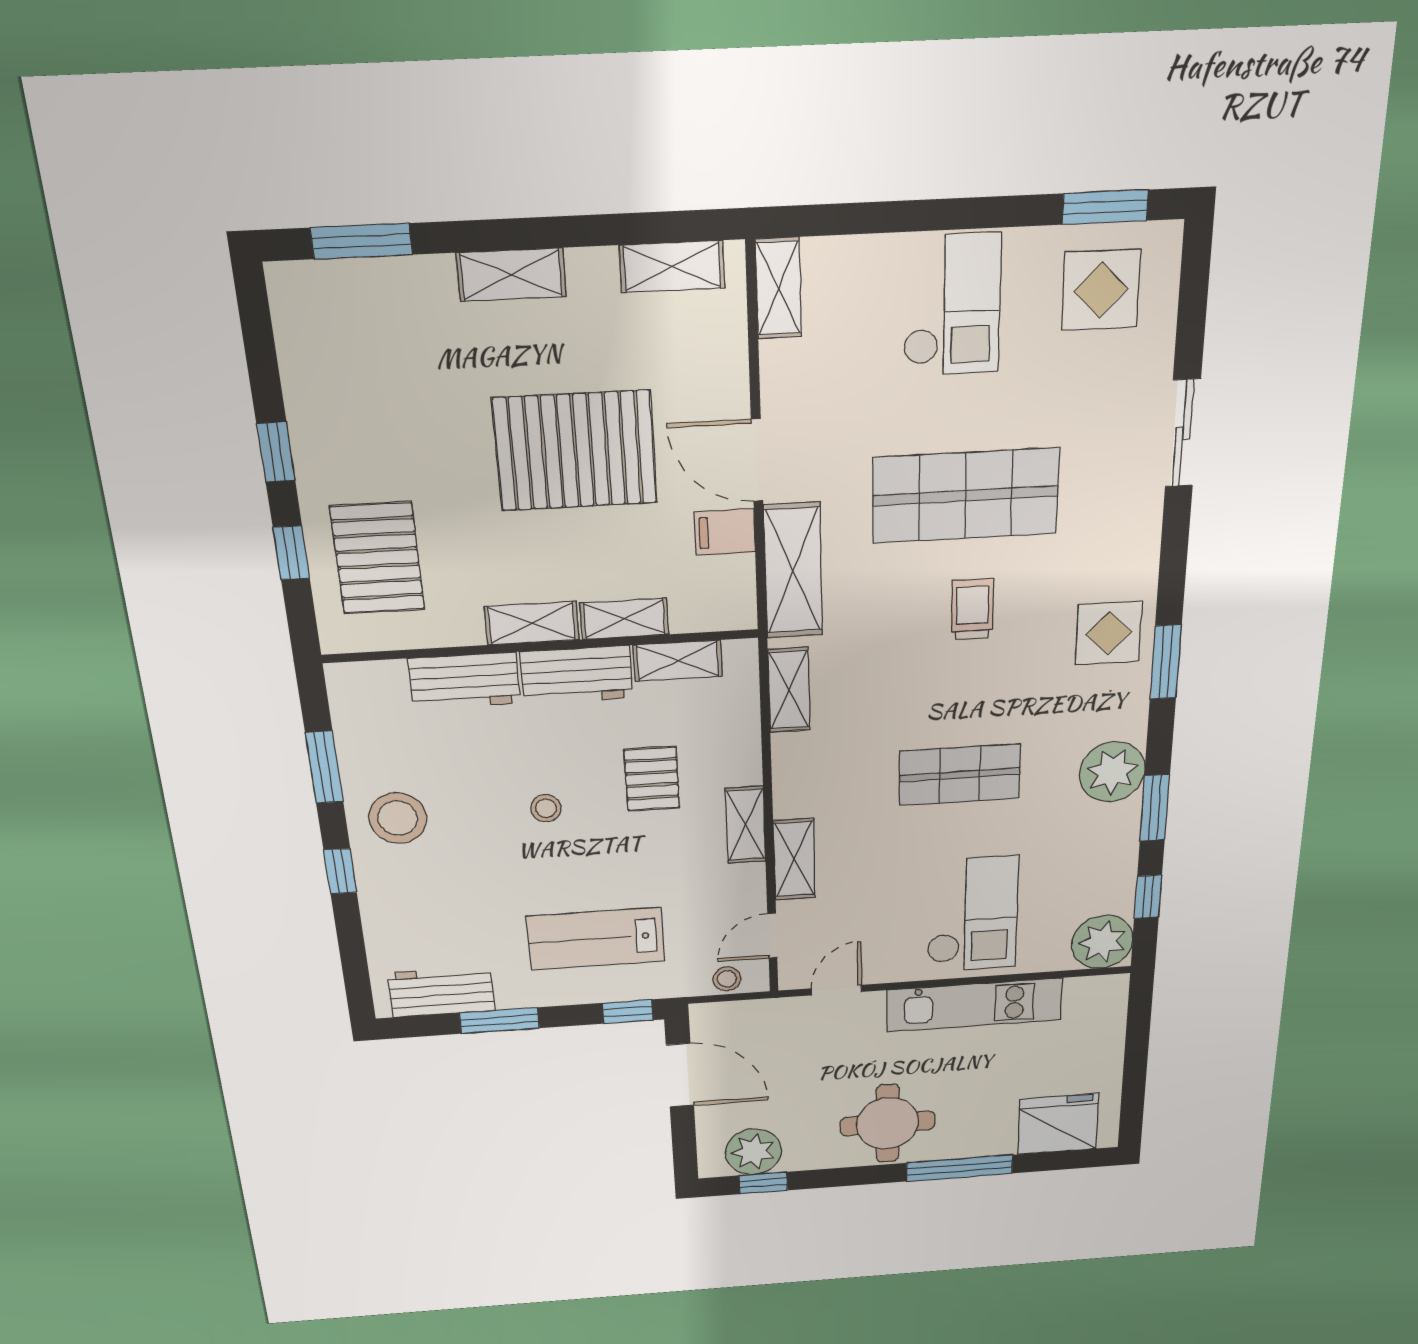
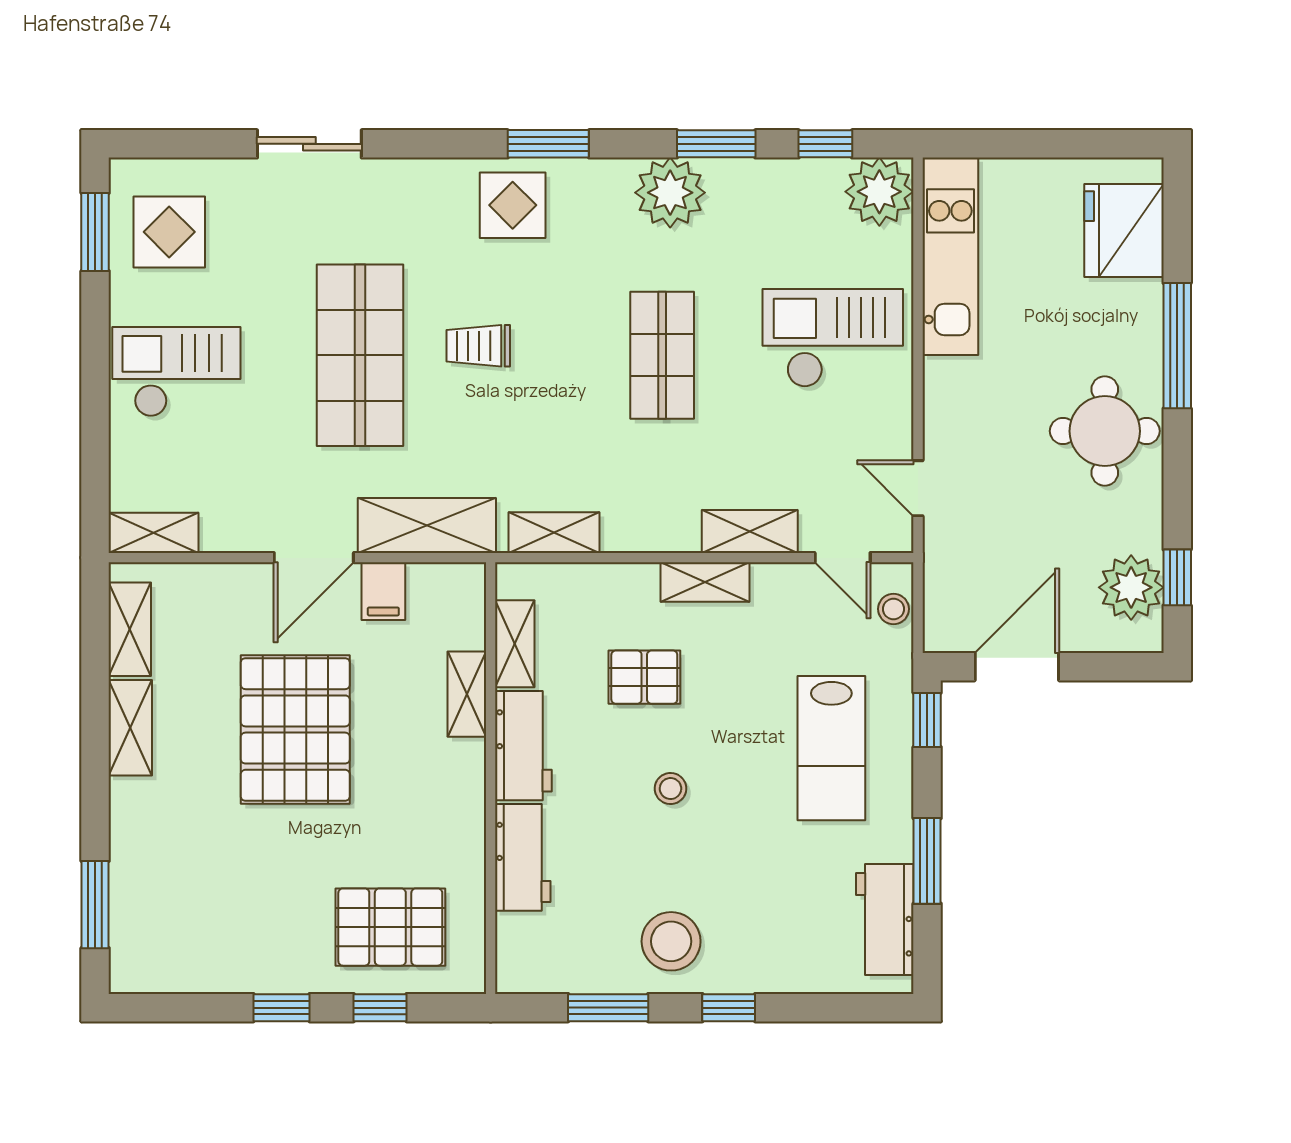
shelving: (511, 275) -> (130, 728), moved
shelving: (532, 623) -> (466, 785), removed
kitchen unit: (974, 1005) -> (950, 256), moved

